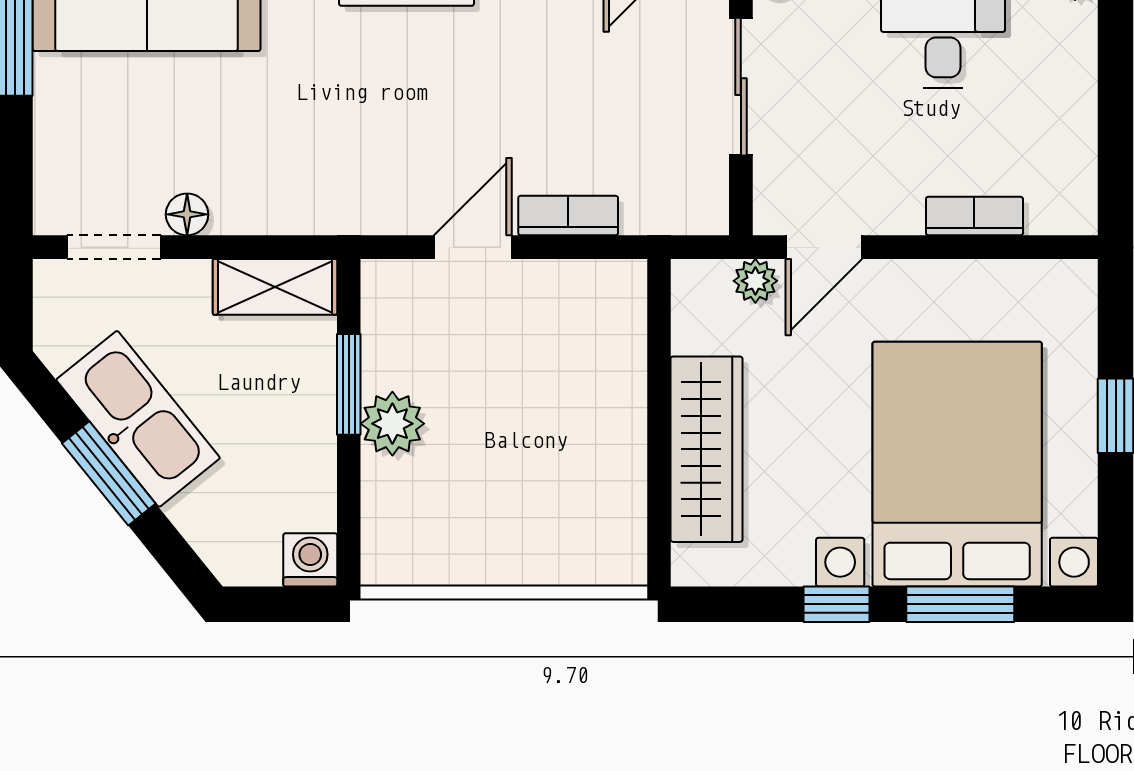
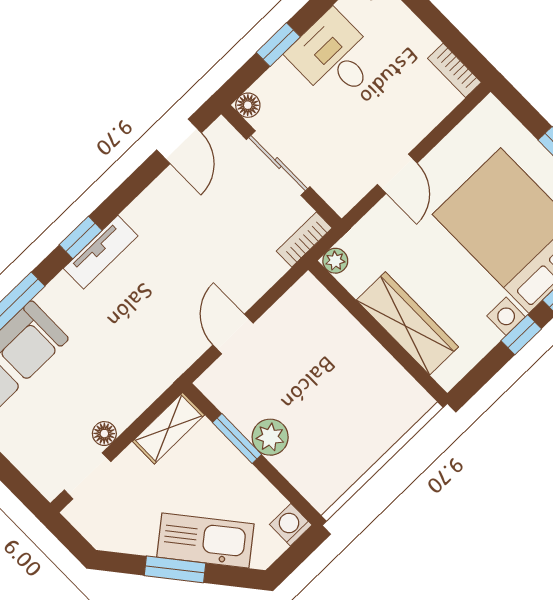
bookcase: (568, 216) -> (304, 240), moved
bookcase: (974, 216) -> (454, 70), moved, turned -90
door: (824, 247) -> (397, 174), moved
plant: (755, 281) -> (335, 261), moved
kitchen sink: (138, 419) -> (205, 541), moved

